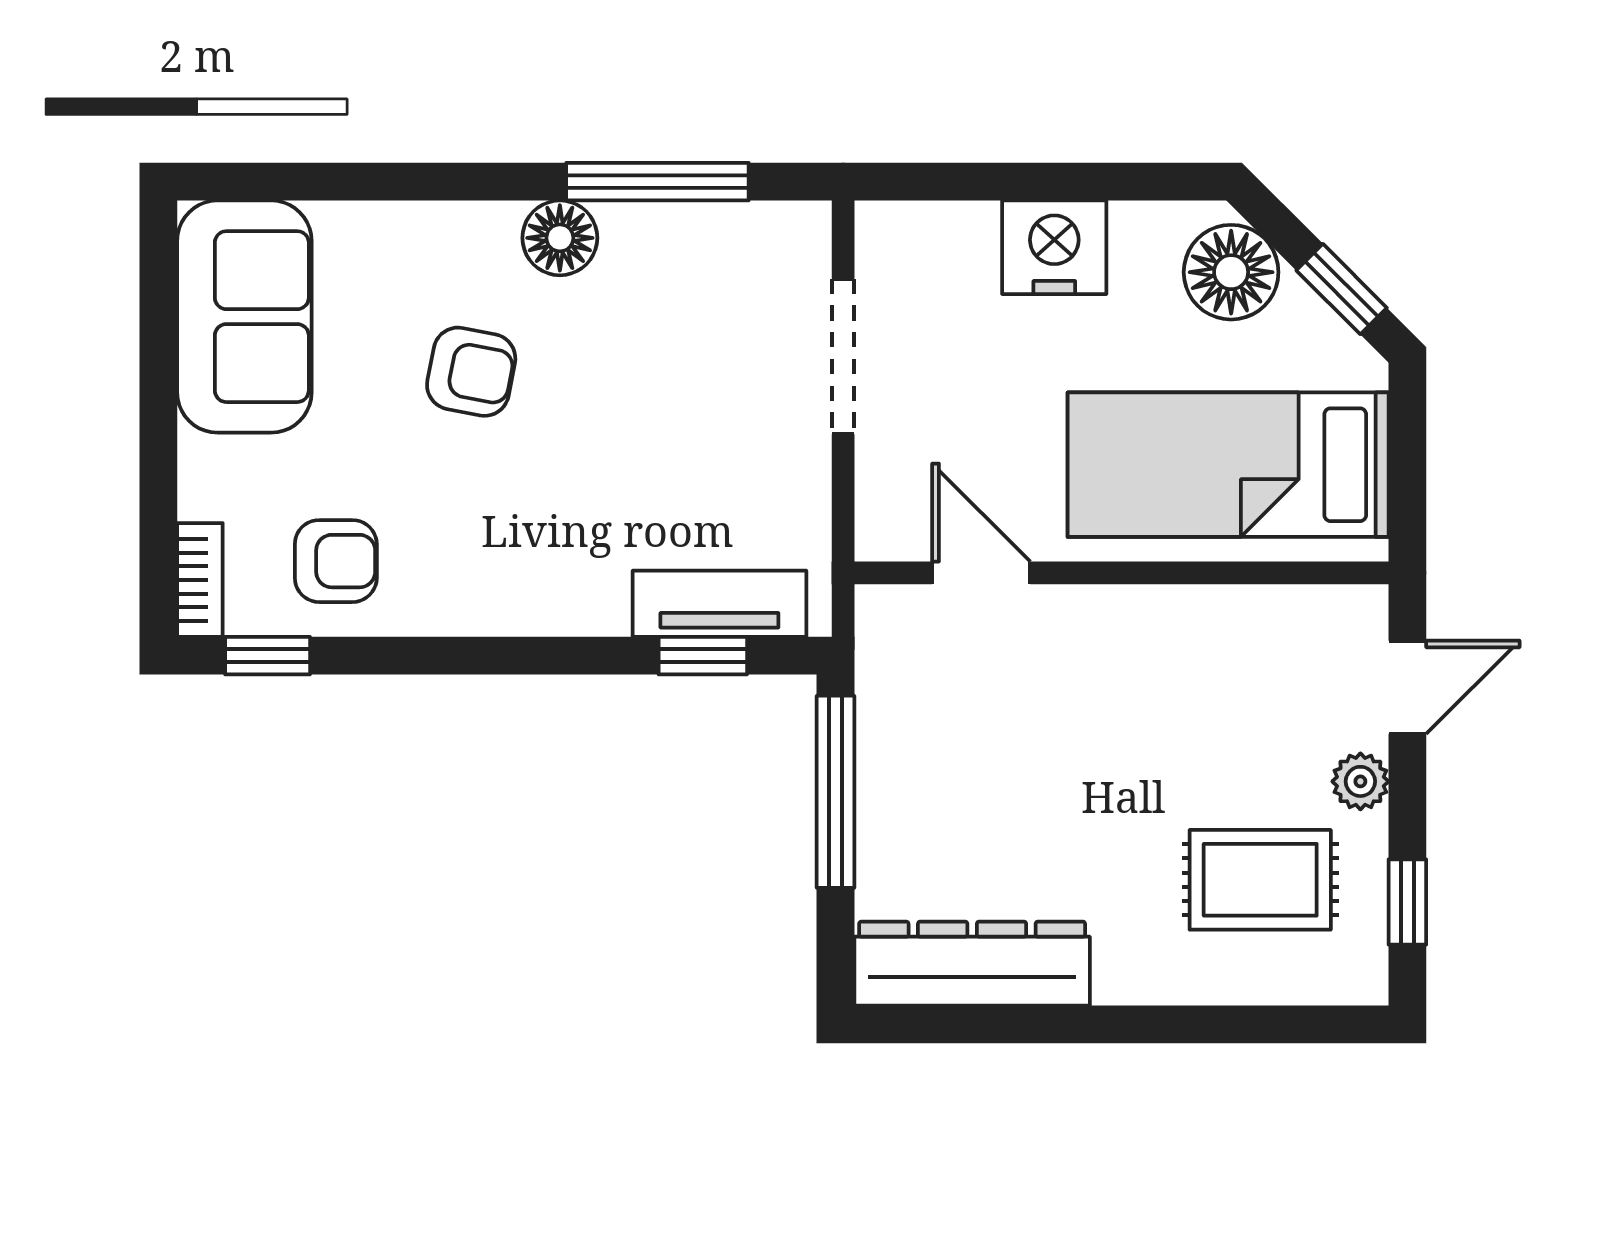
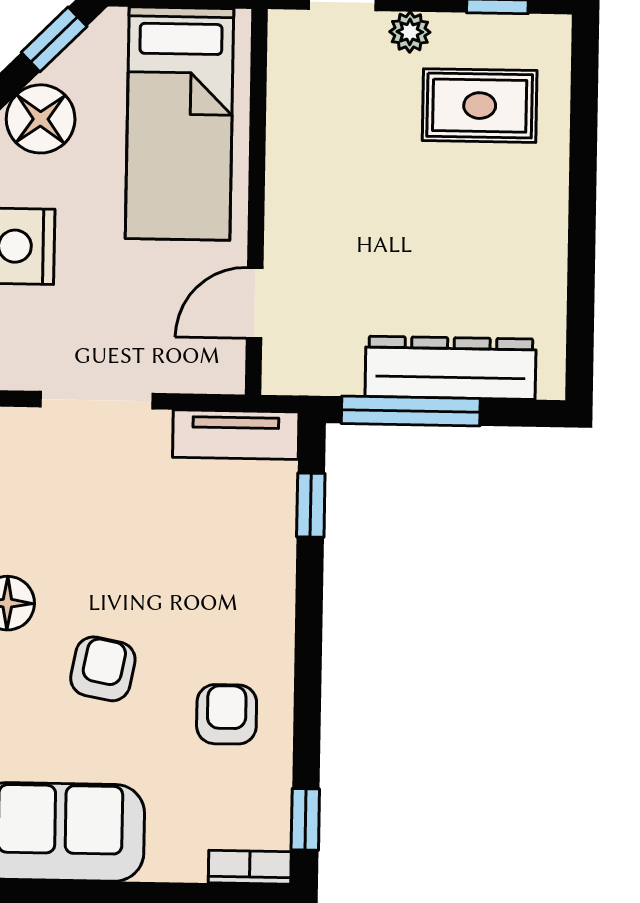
armchair: (336, 561) -> (227, 714), moved
tv unit: (719, 604) -> (236, 435), moved, turned -90
rug: (1260, 880) -> (480, 106), turned 90
dresser: (972, 964) -> (451, 368), moved, turned 90

